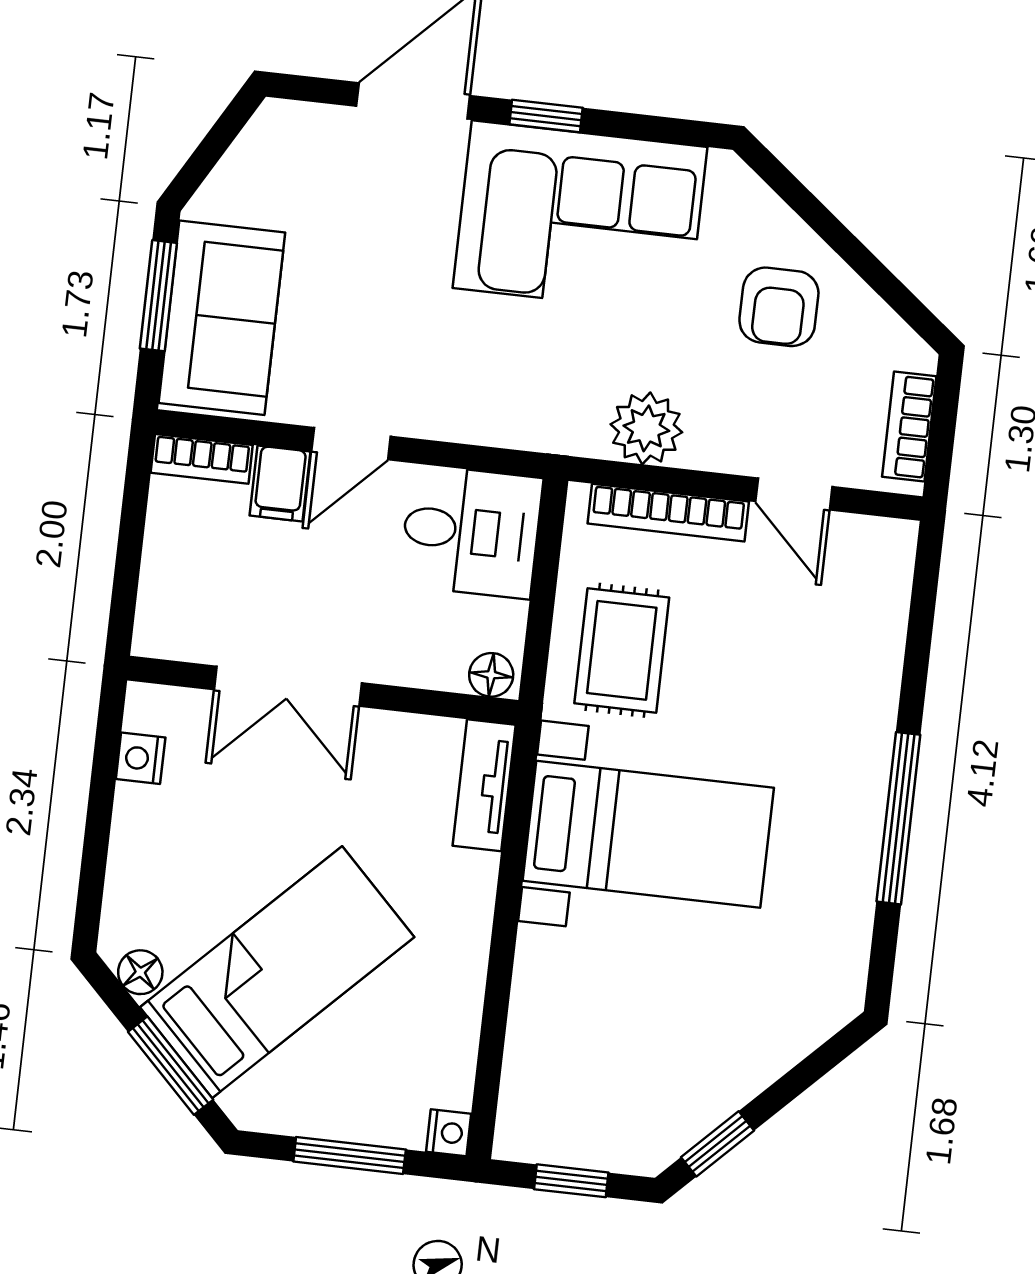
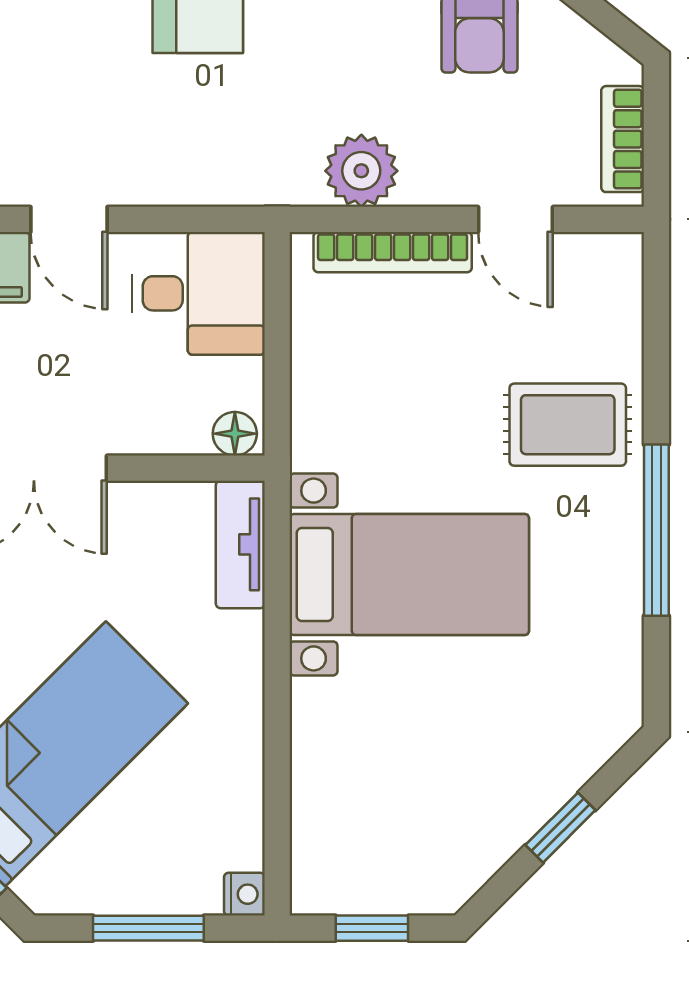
door: (351, 444) -> (69, 219), hinge flipped
rug: (622, 650) -> (568, 425), moved, turned 90
window: (718, 1144) -> (560, 828), moved

